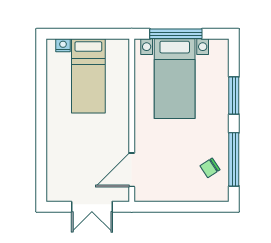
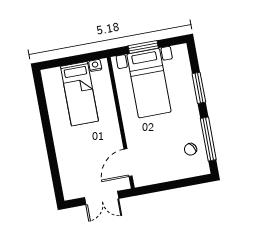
window: (176, 34) -> (143, 47), width x0.69
nightstand: (63, 45) -> (95, 65), moved

